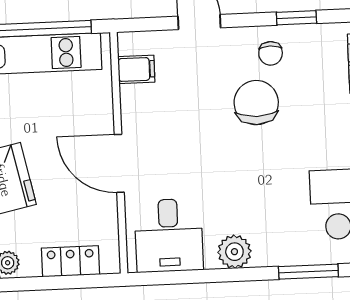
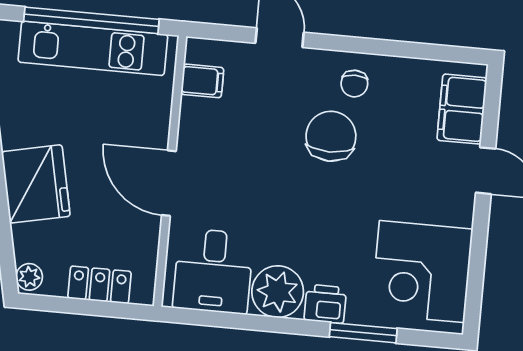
window: (296, 18) -> (389, 48), removed
printer: (271, 251) -> (325, 304), added
plant: (234, 252) -> (278, 292), width x1.36, depth x1.36

